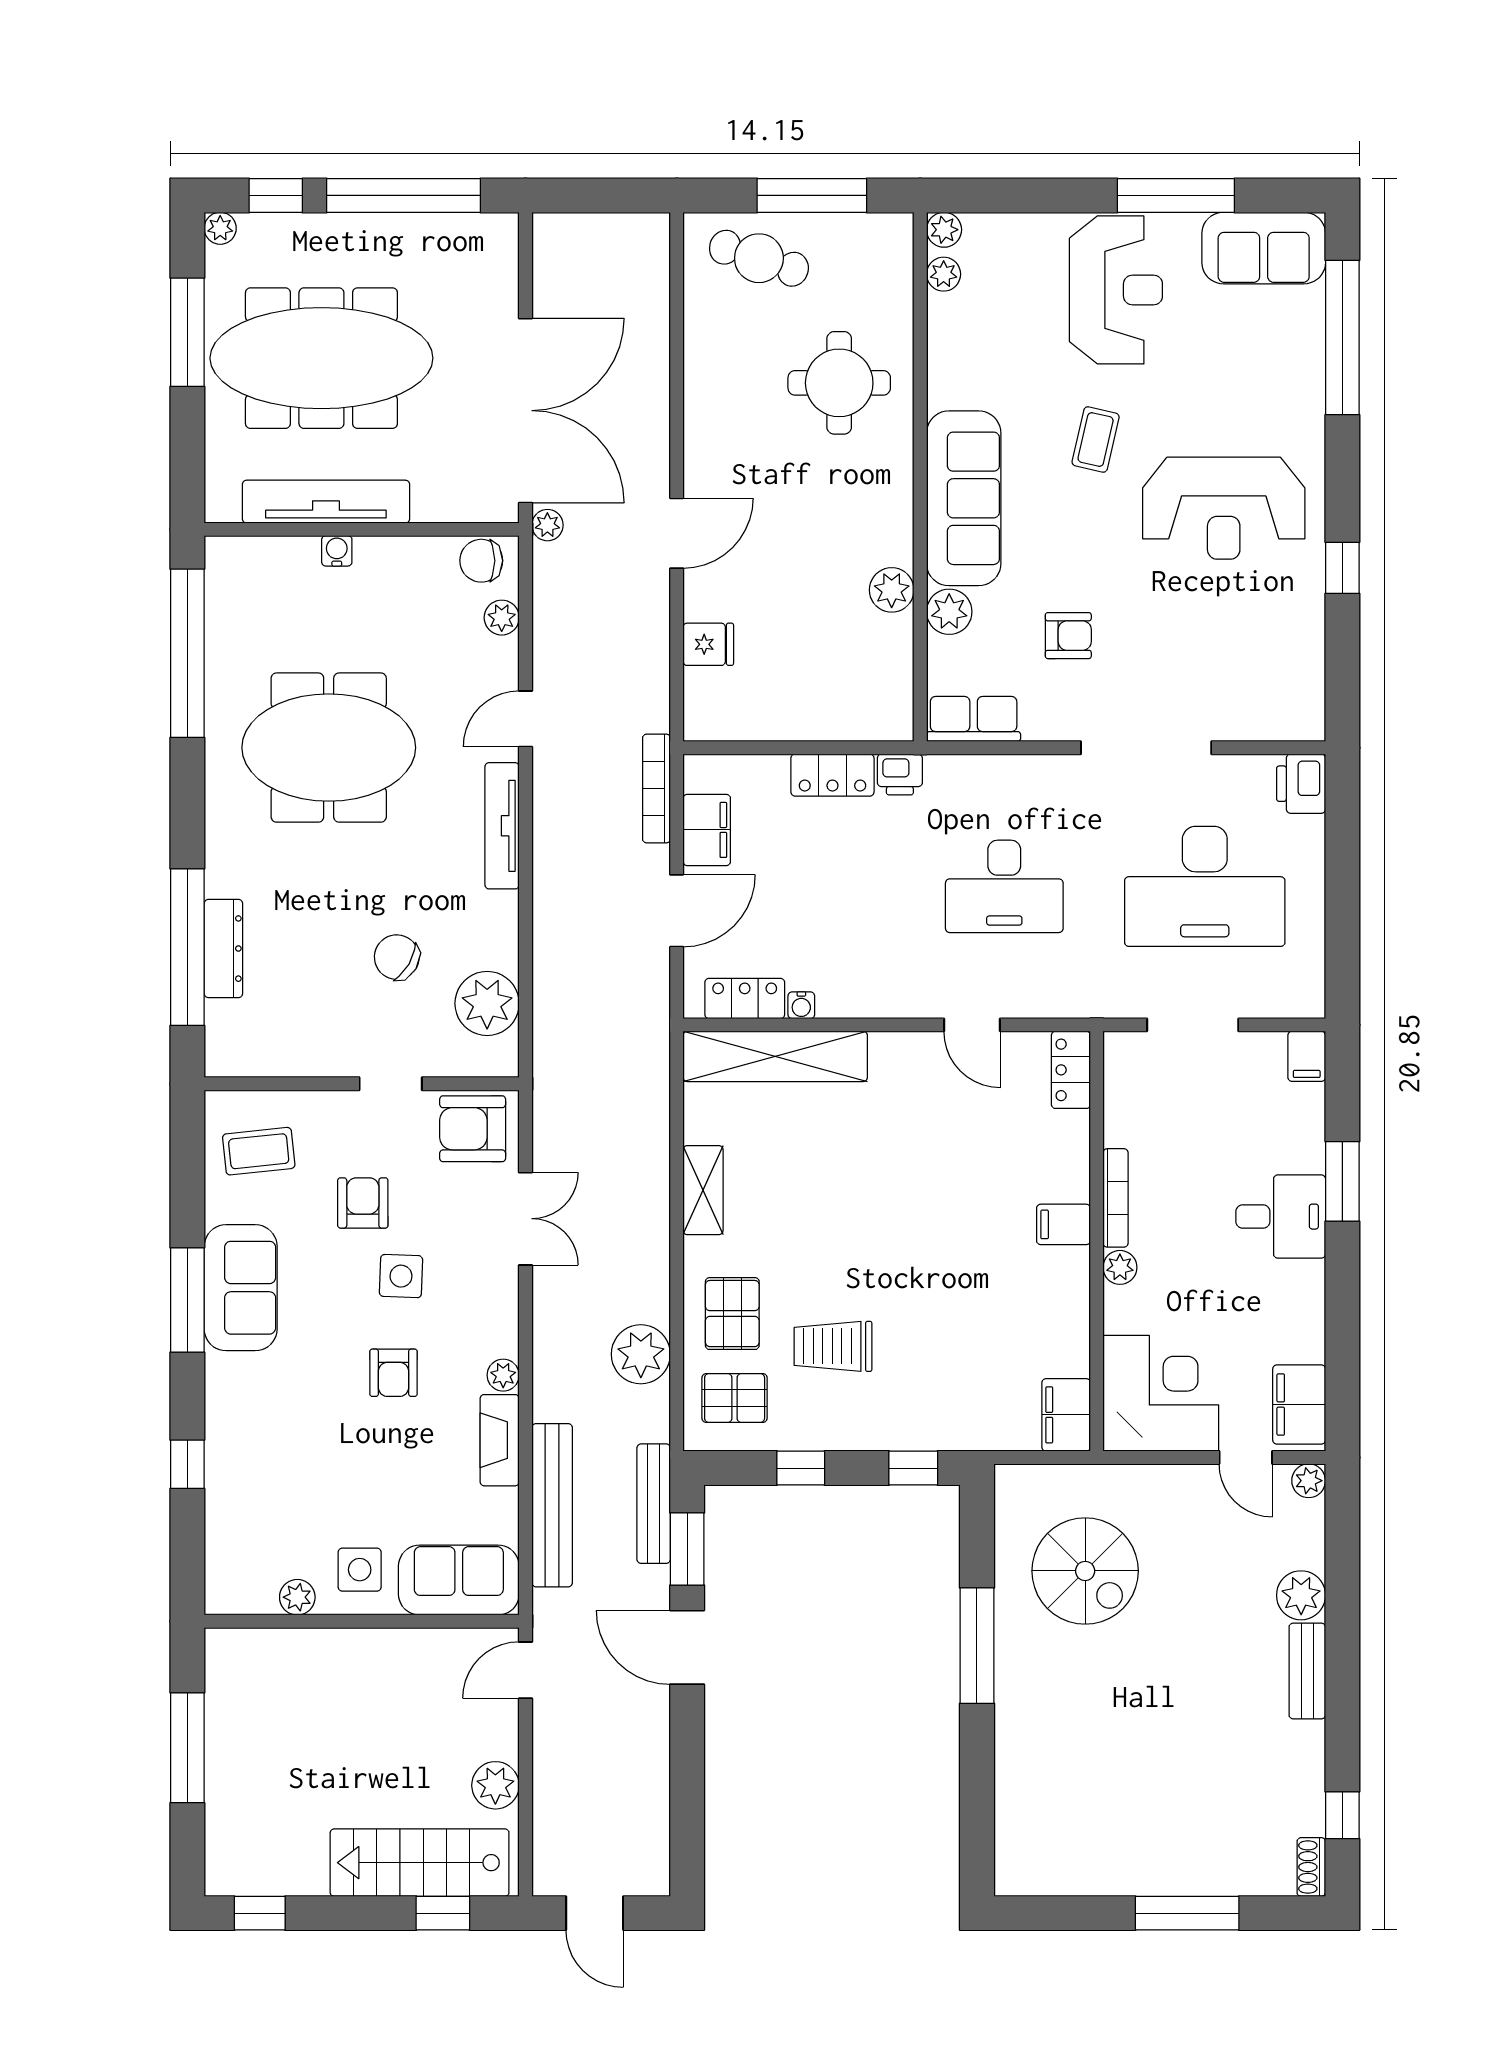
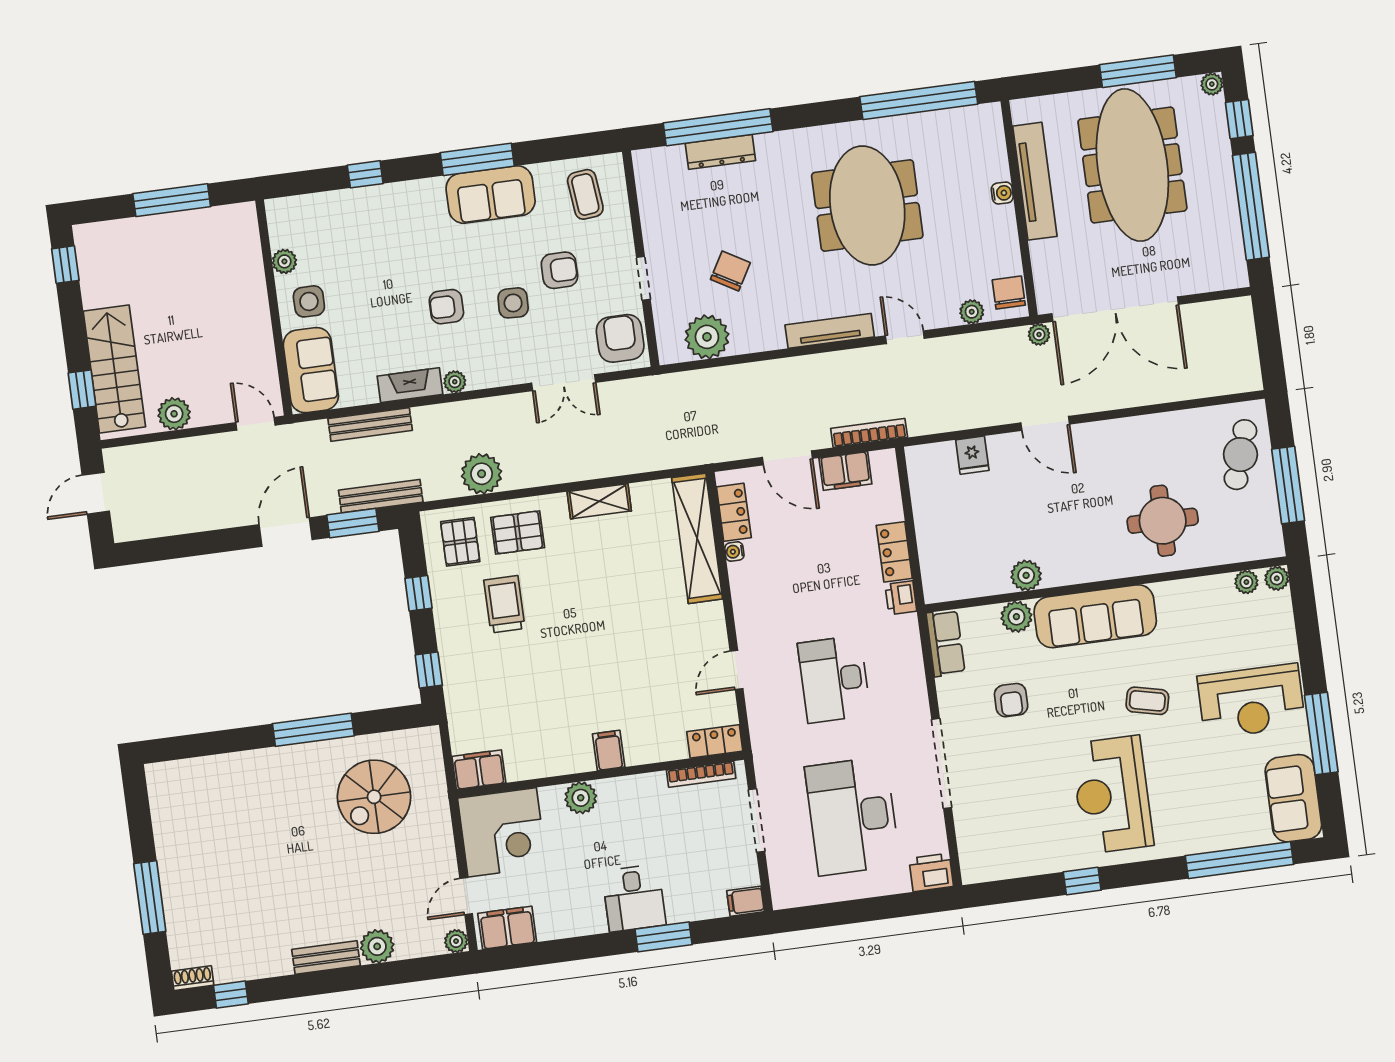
bookcase: (1116, 1198) -> (701, 774), moved
plant: (1120, 1267) -> (581, 798), width x1.38, depth x1.38
bench: (552, 1505) -> (370, 424), width x0.73, depth x0.82

